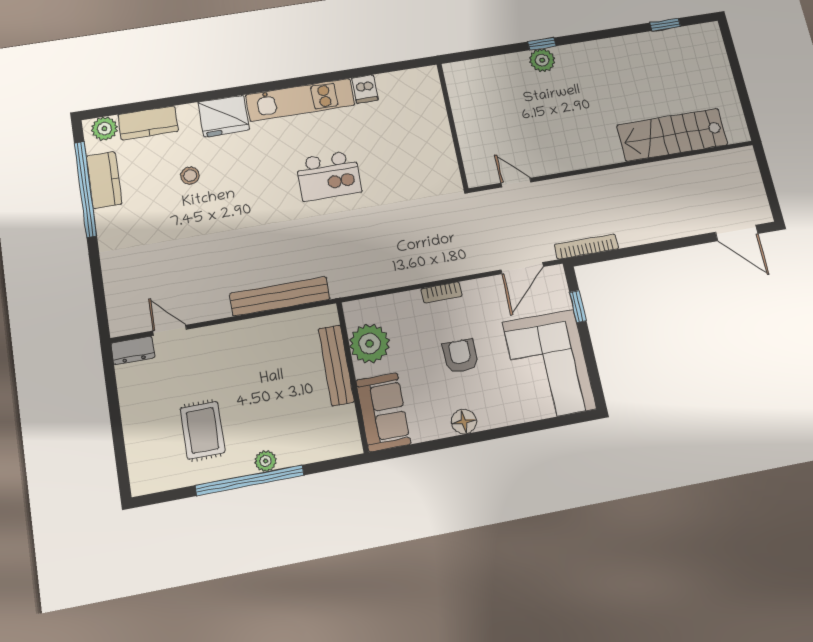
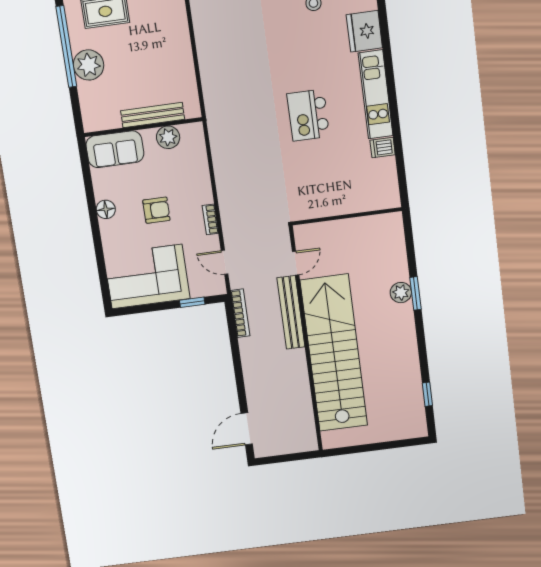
window: (542, 44) -> (416, 293), width x1.50
stairs: (672, 135) -> (334, 353), width x1.86, depth x1.51
door: (522, 268) -> (225, 262), width x0.73
bookcase: (442, 292) -> (210, 219), moved
bench: (280, 296) -> (291, 312), moved
plant: (370, 344) -> (168, 137), width x0.73, depth x0.73
plant: (266, 461) -> (89, 65), width x1.87, depth x1.87

